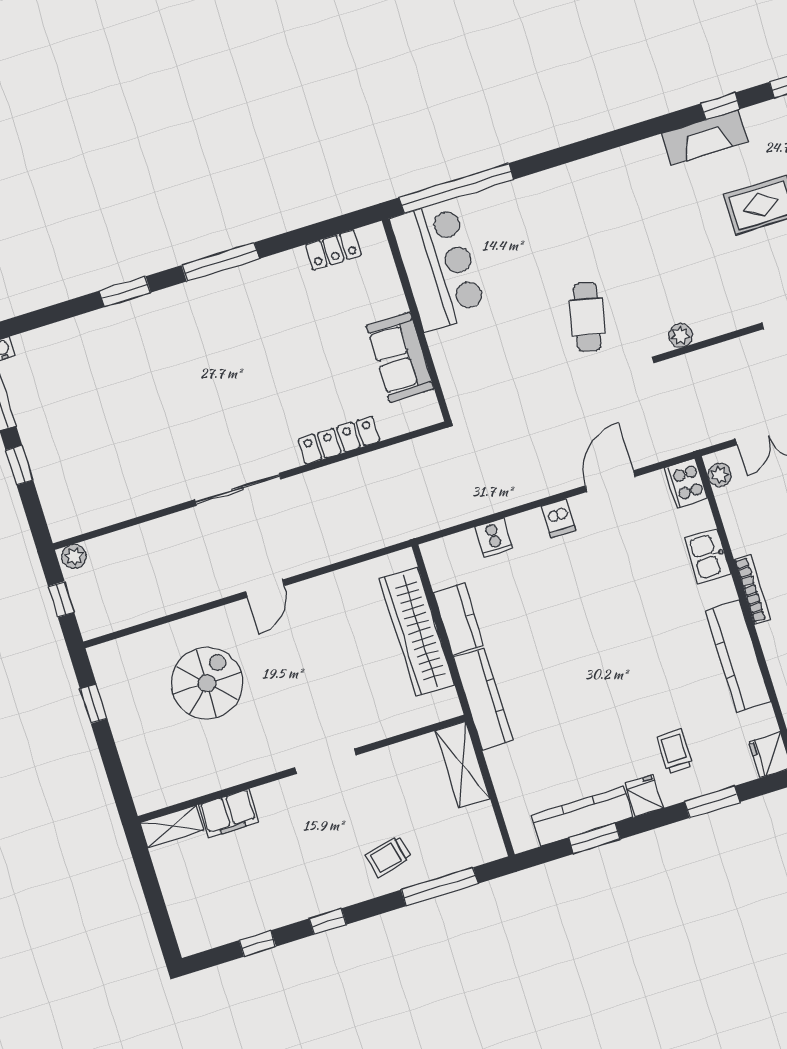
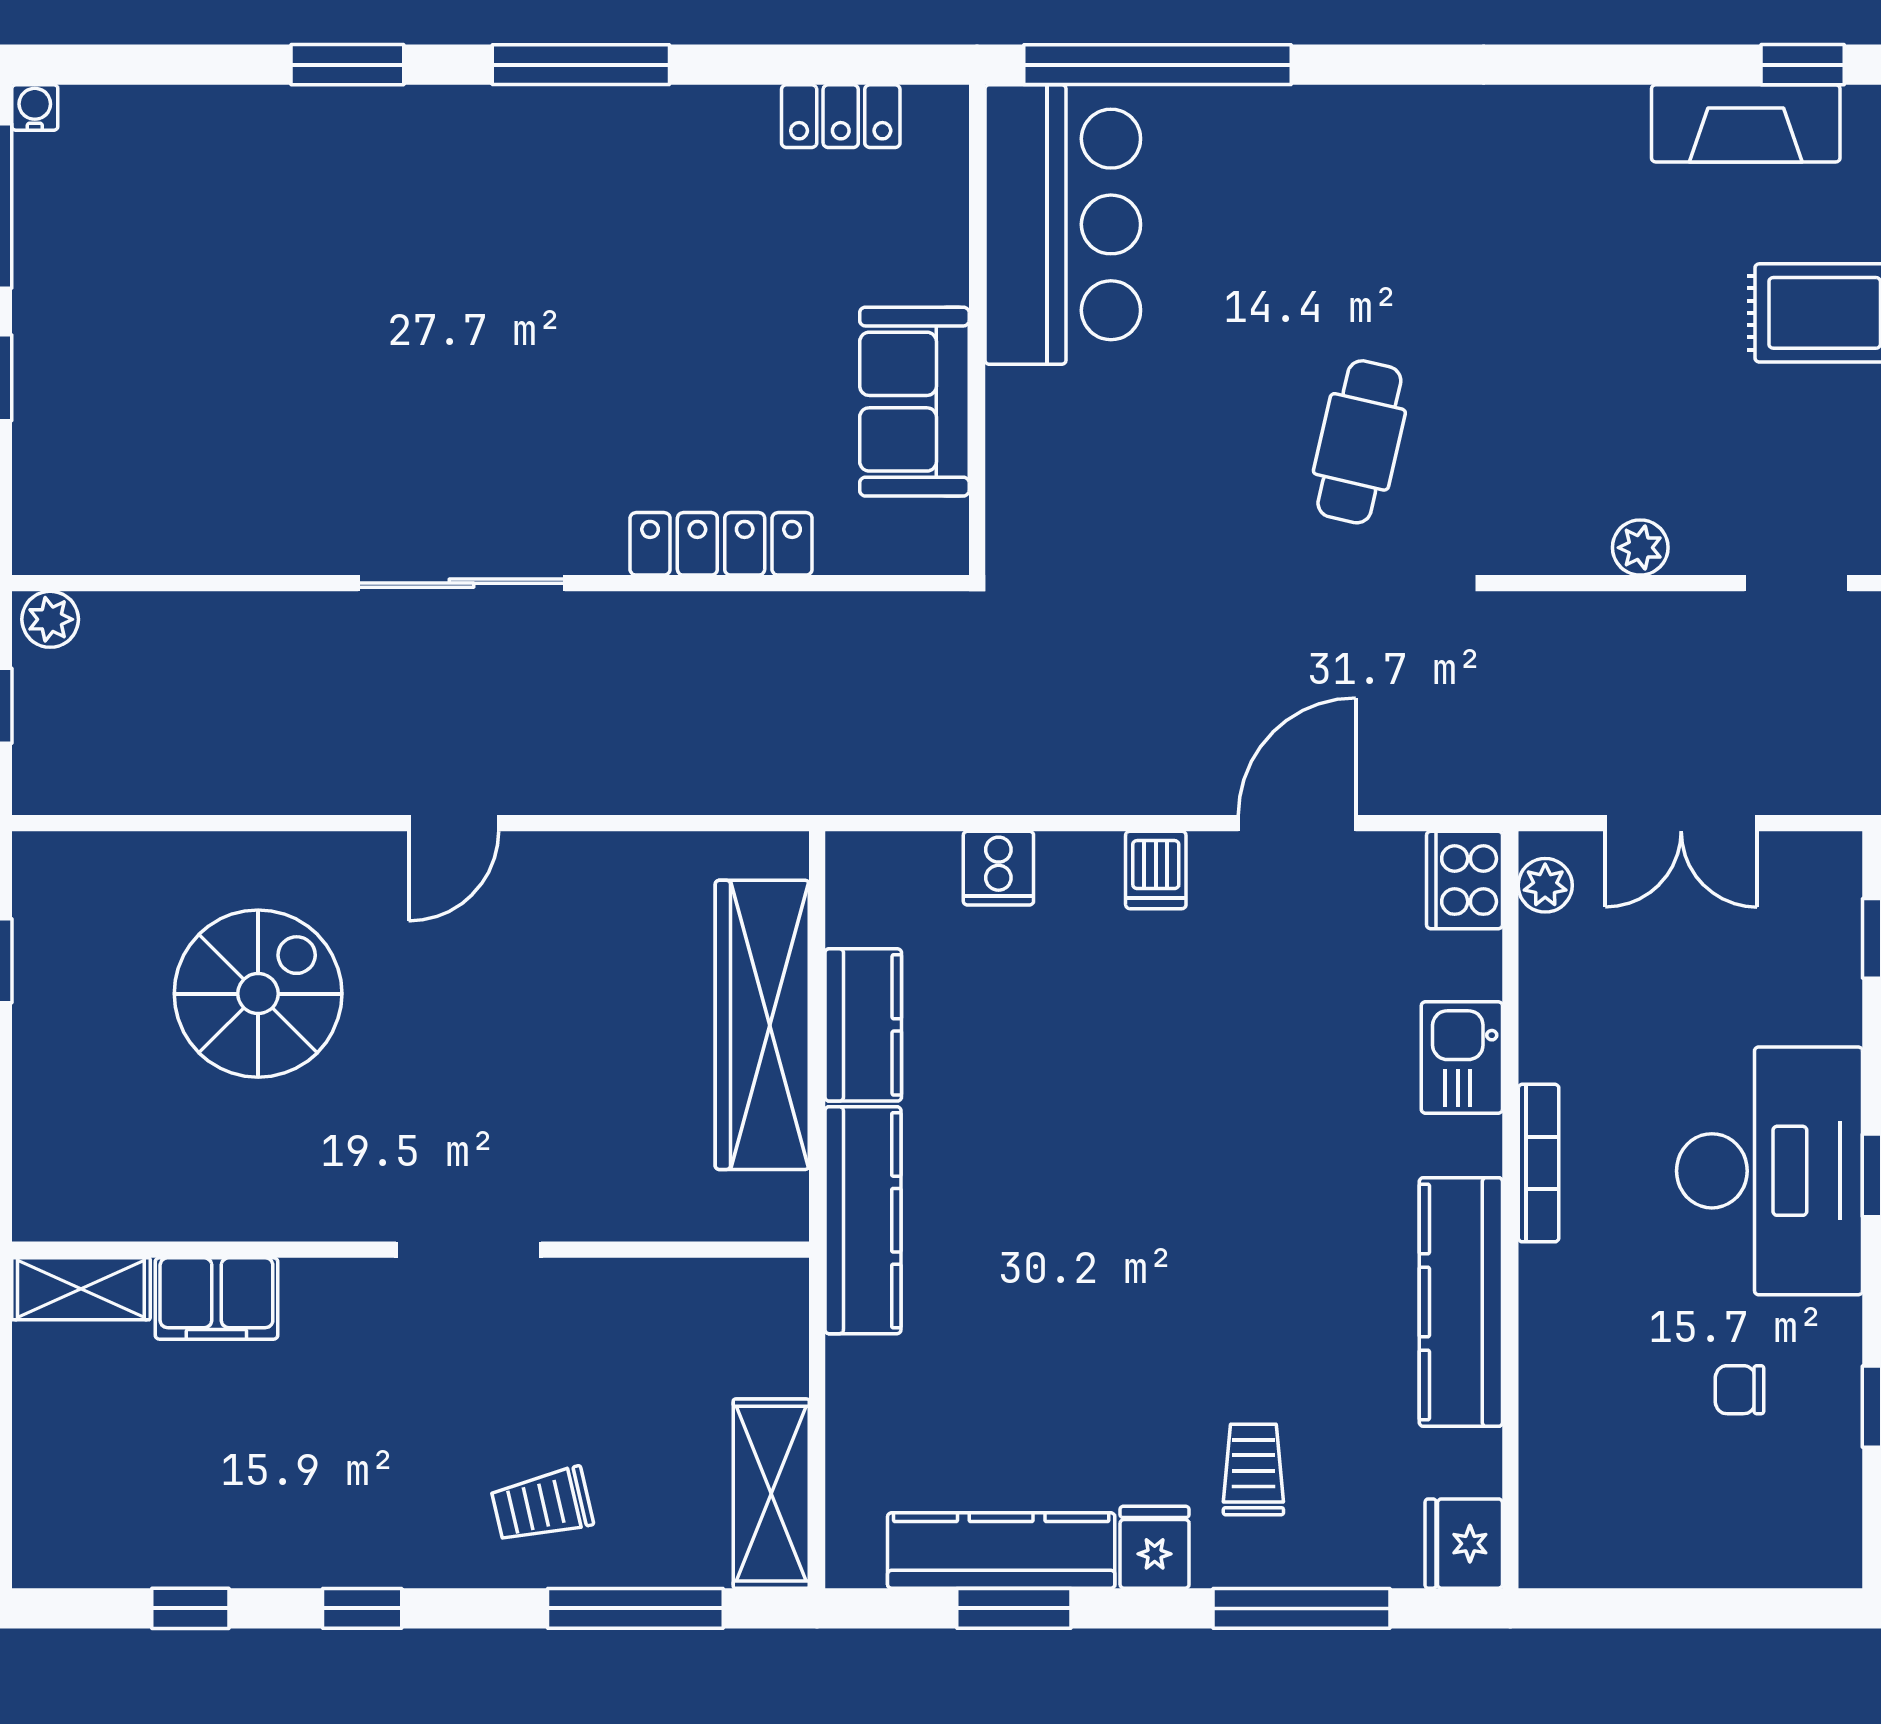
plant: (681, 335) -> (1640, 548), moved
shelving: (463, 765) -> (771, 1494), moved
window: (712, 802) -> (1302, 1608), width x1.44

